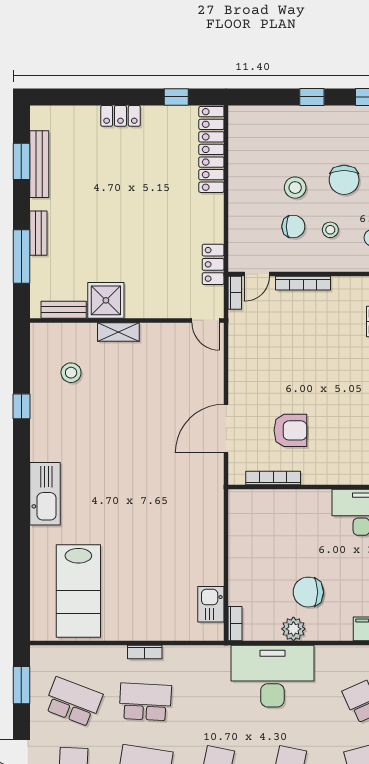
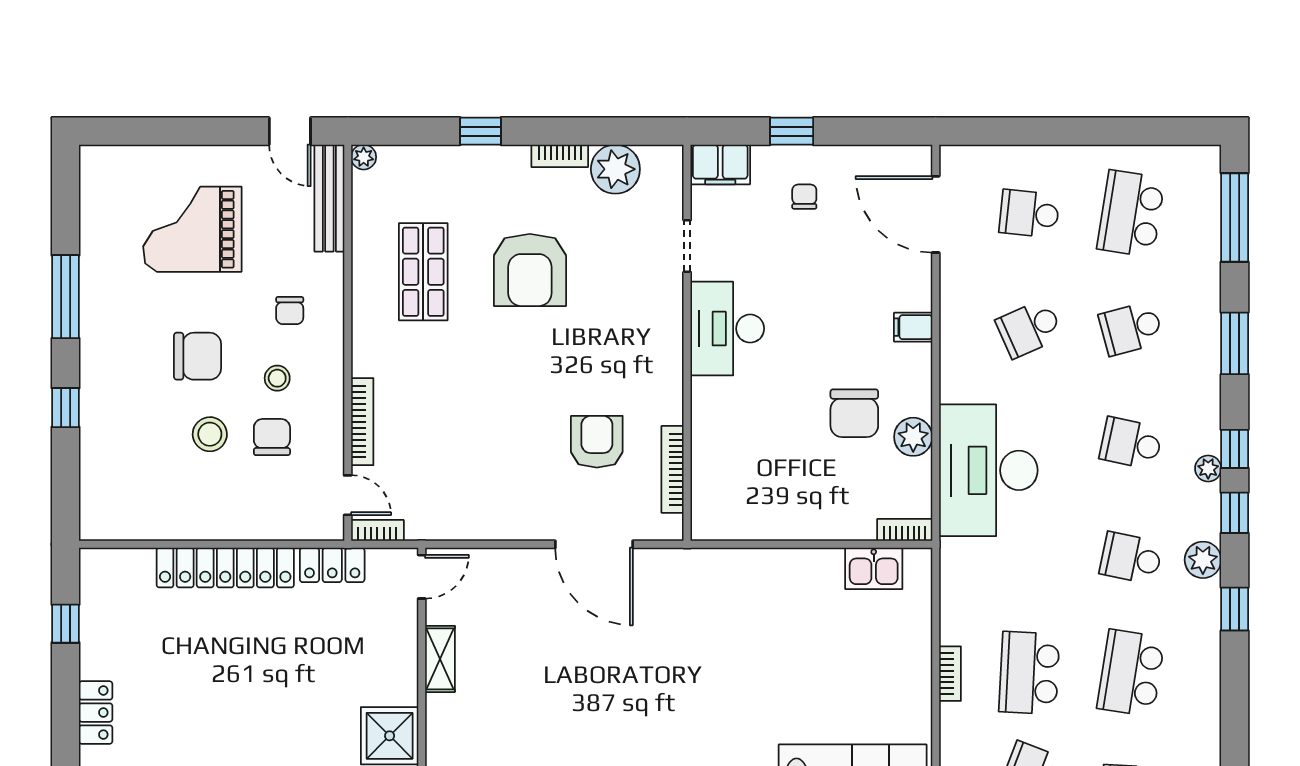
locker: (211, 149) -> (225, 568), moved
shelving: (118, 332) -> (440, 659), moved

